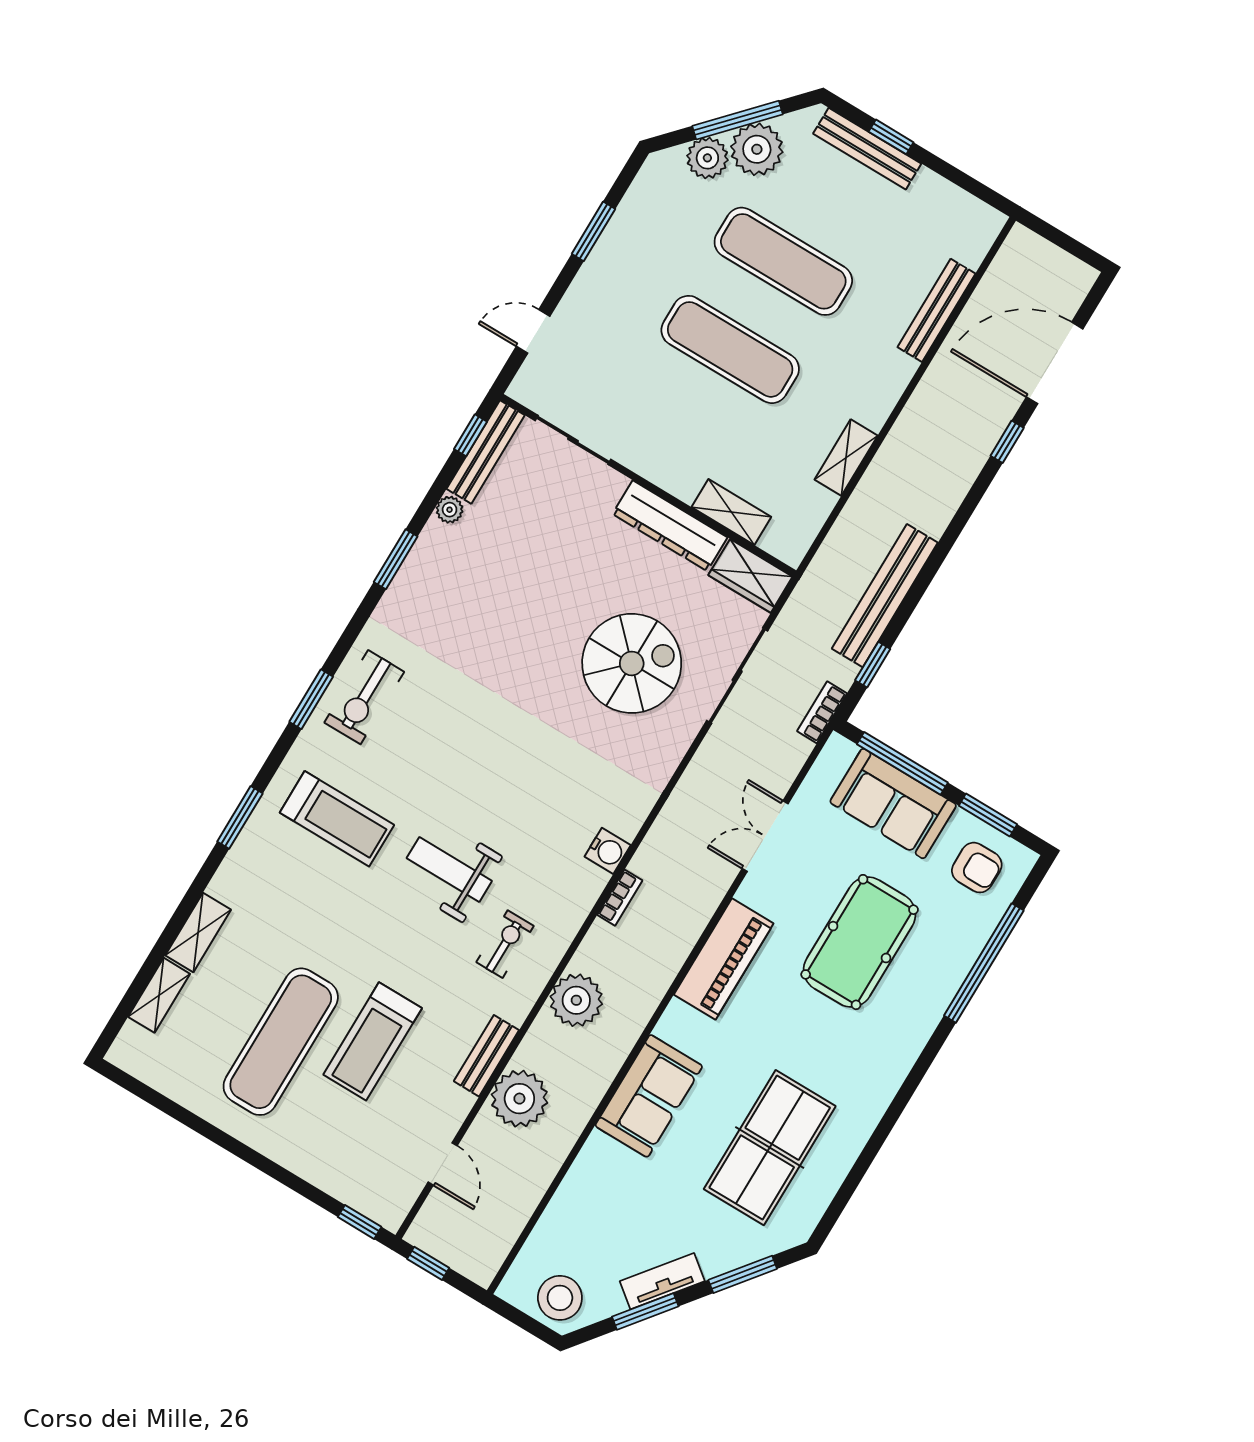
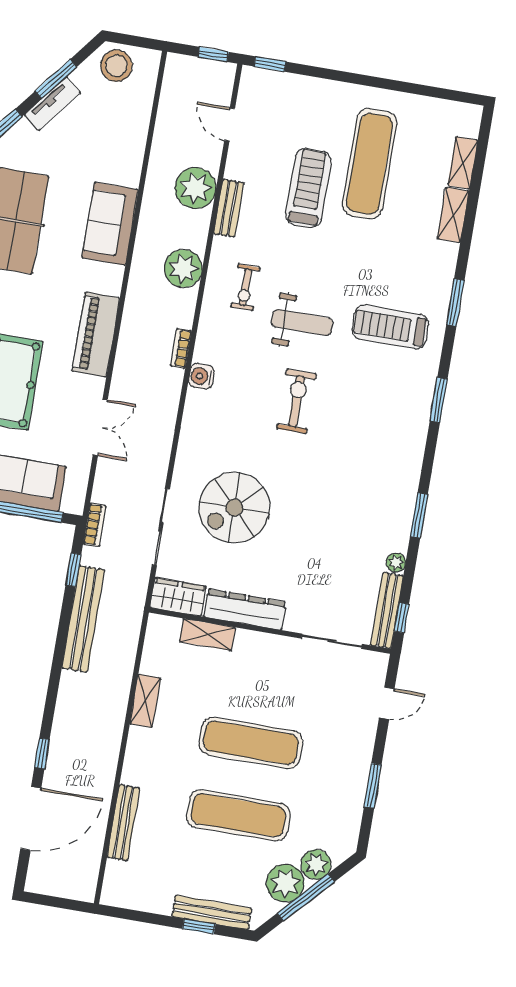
exercise bike: (364, 697) -> (297, 401), moved

